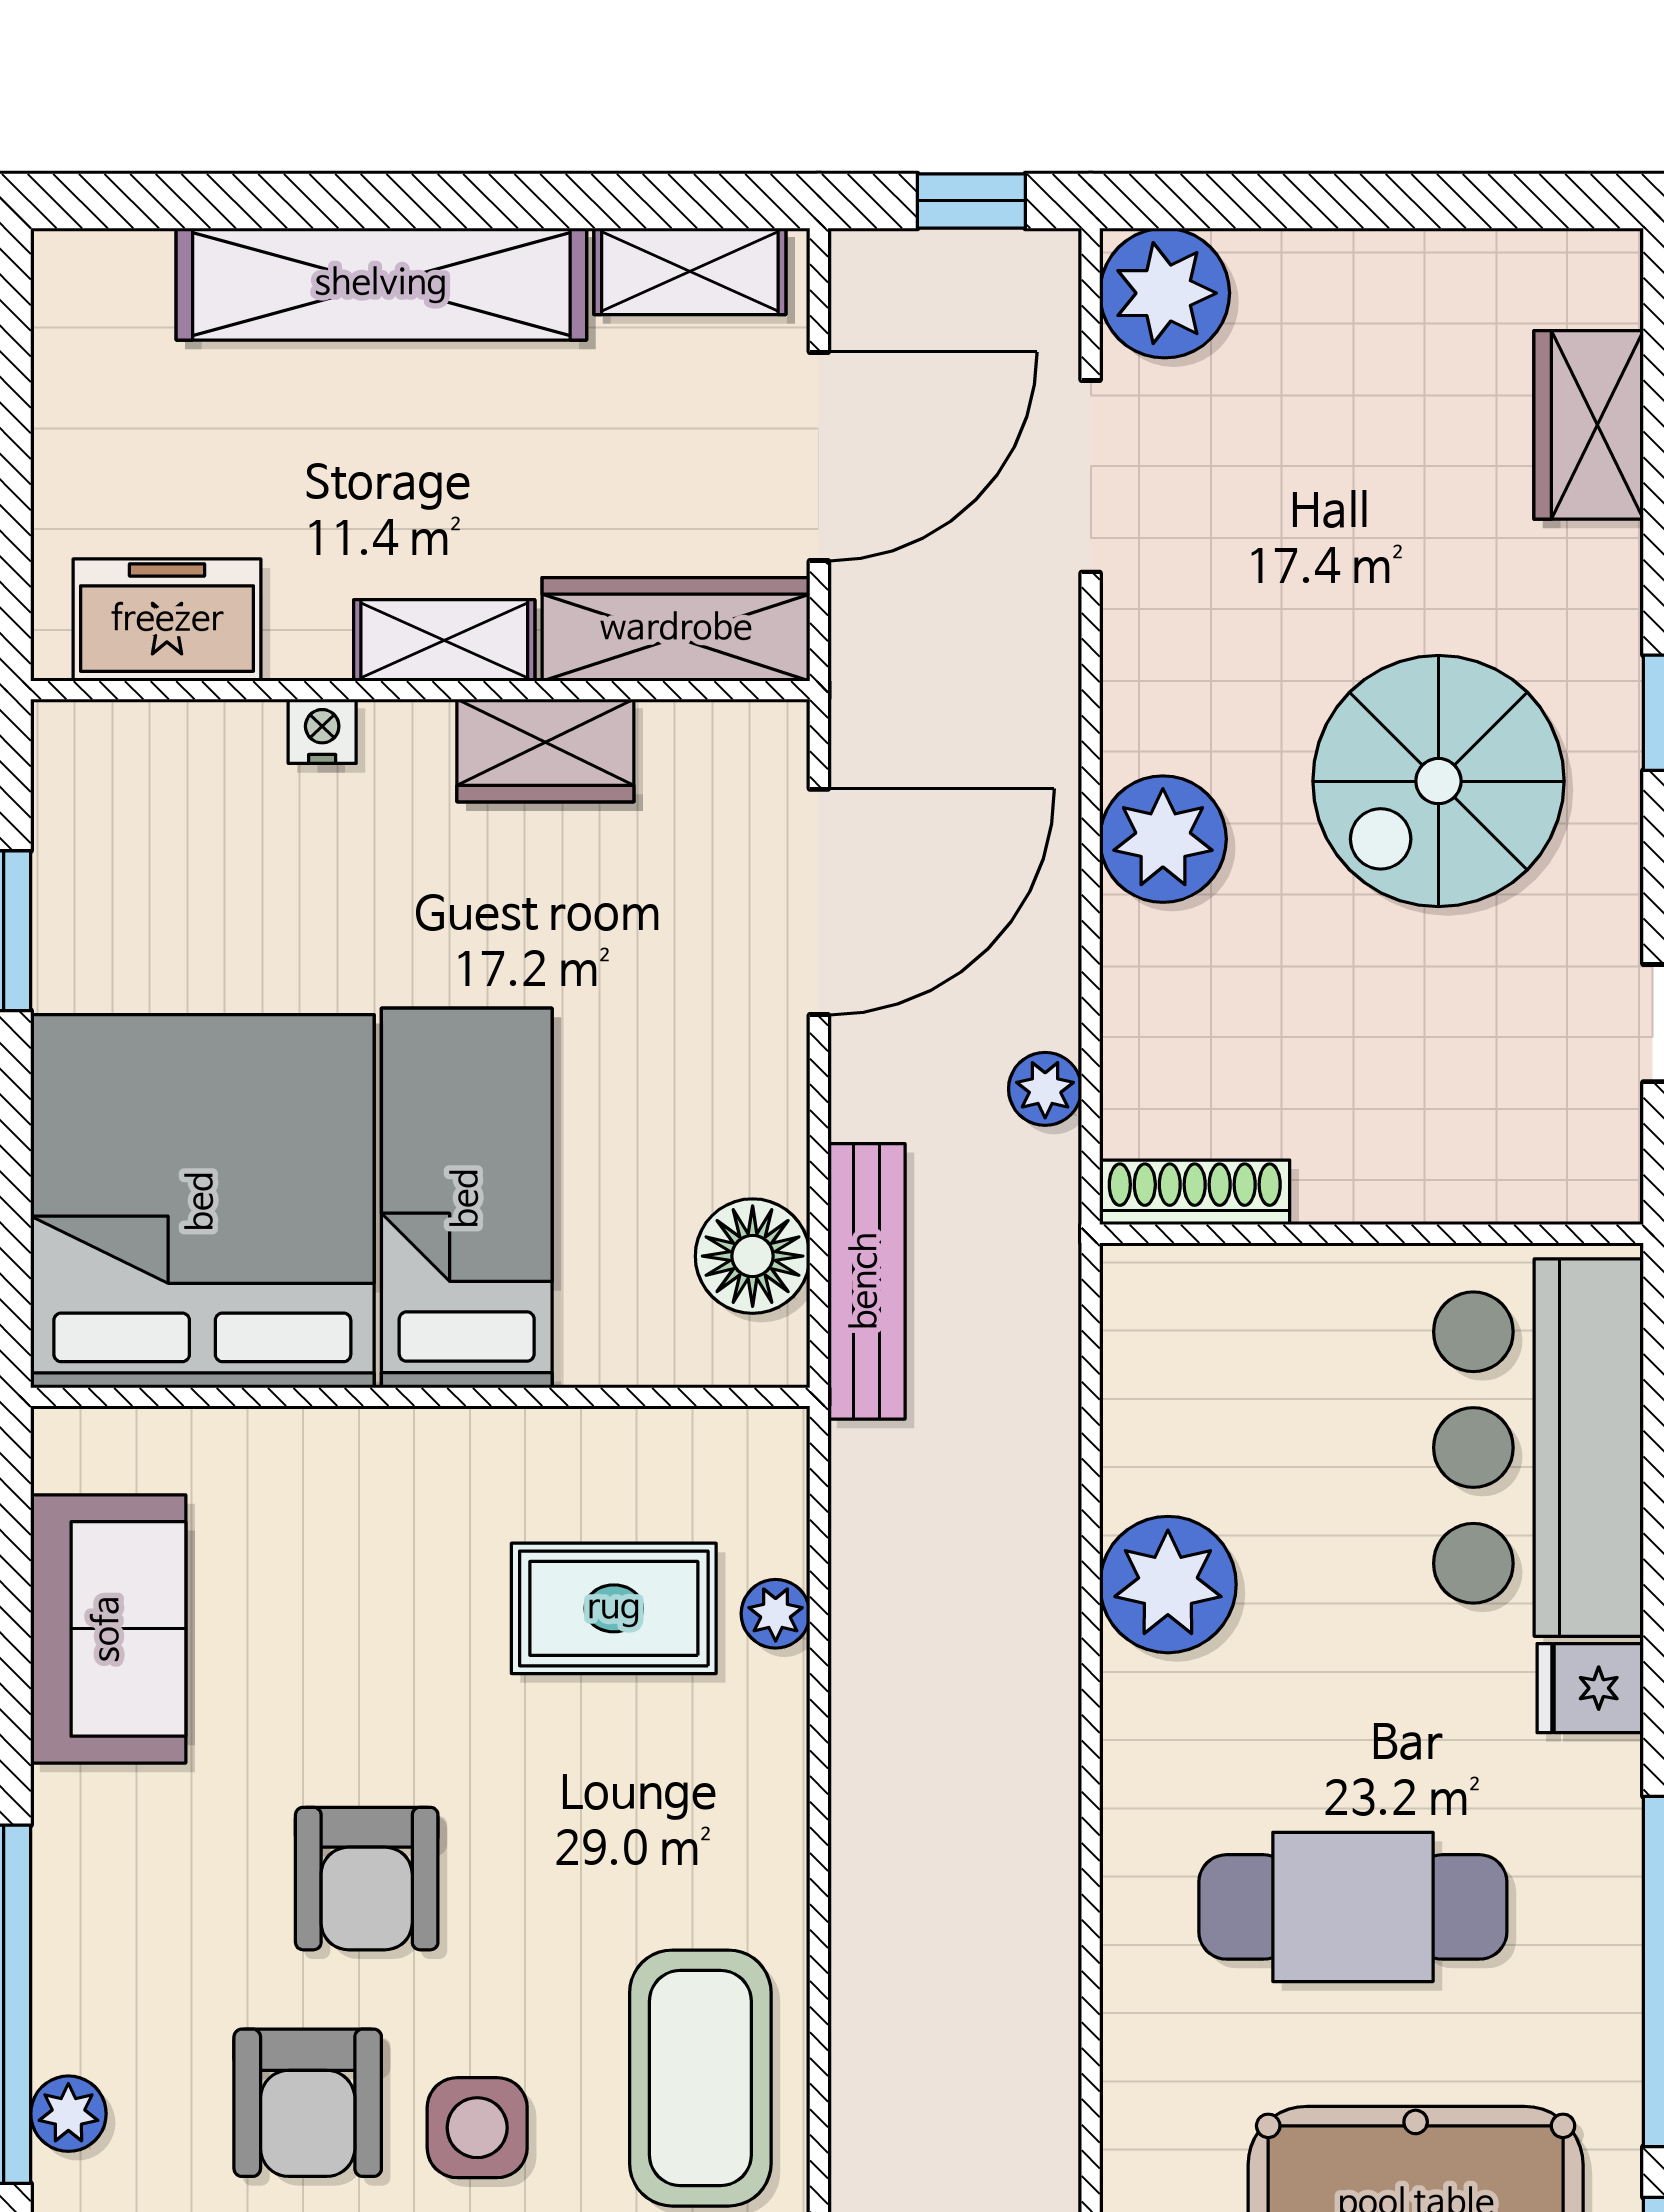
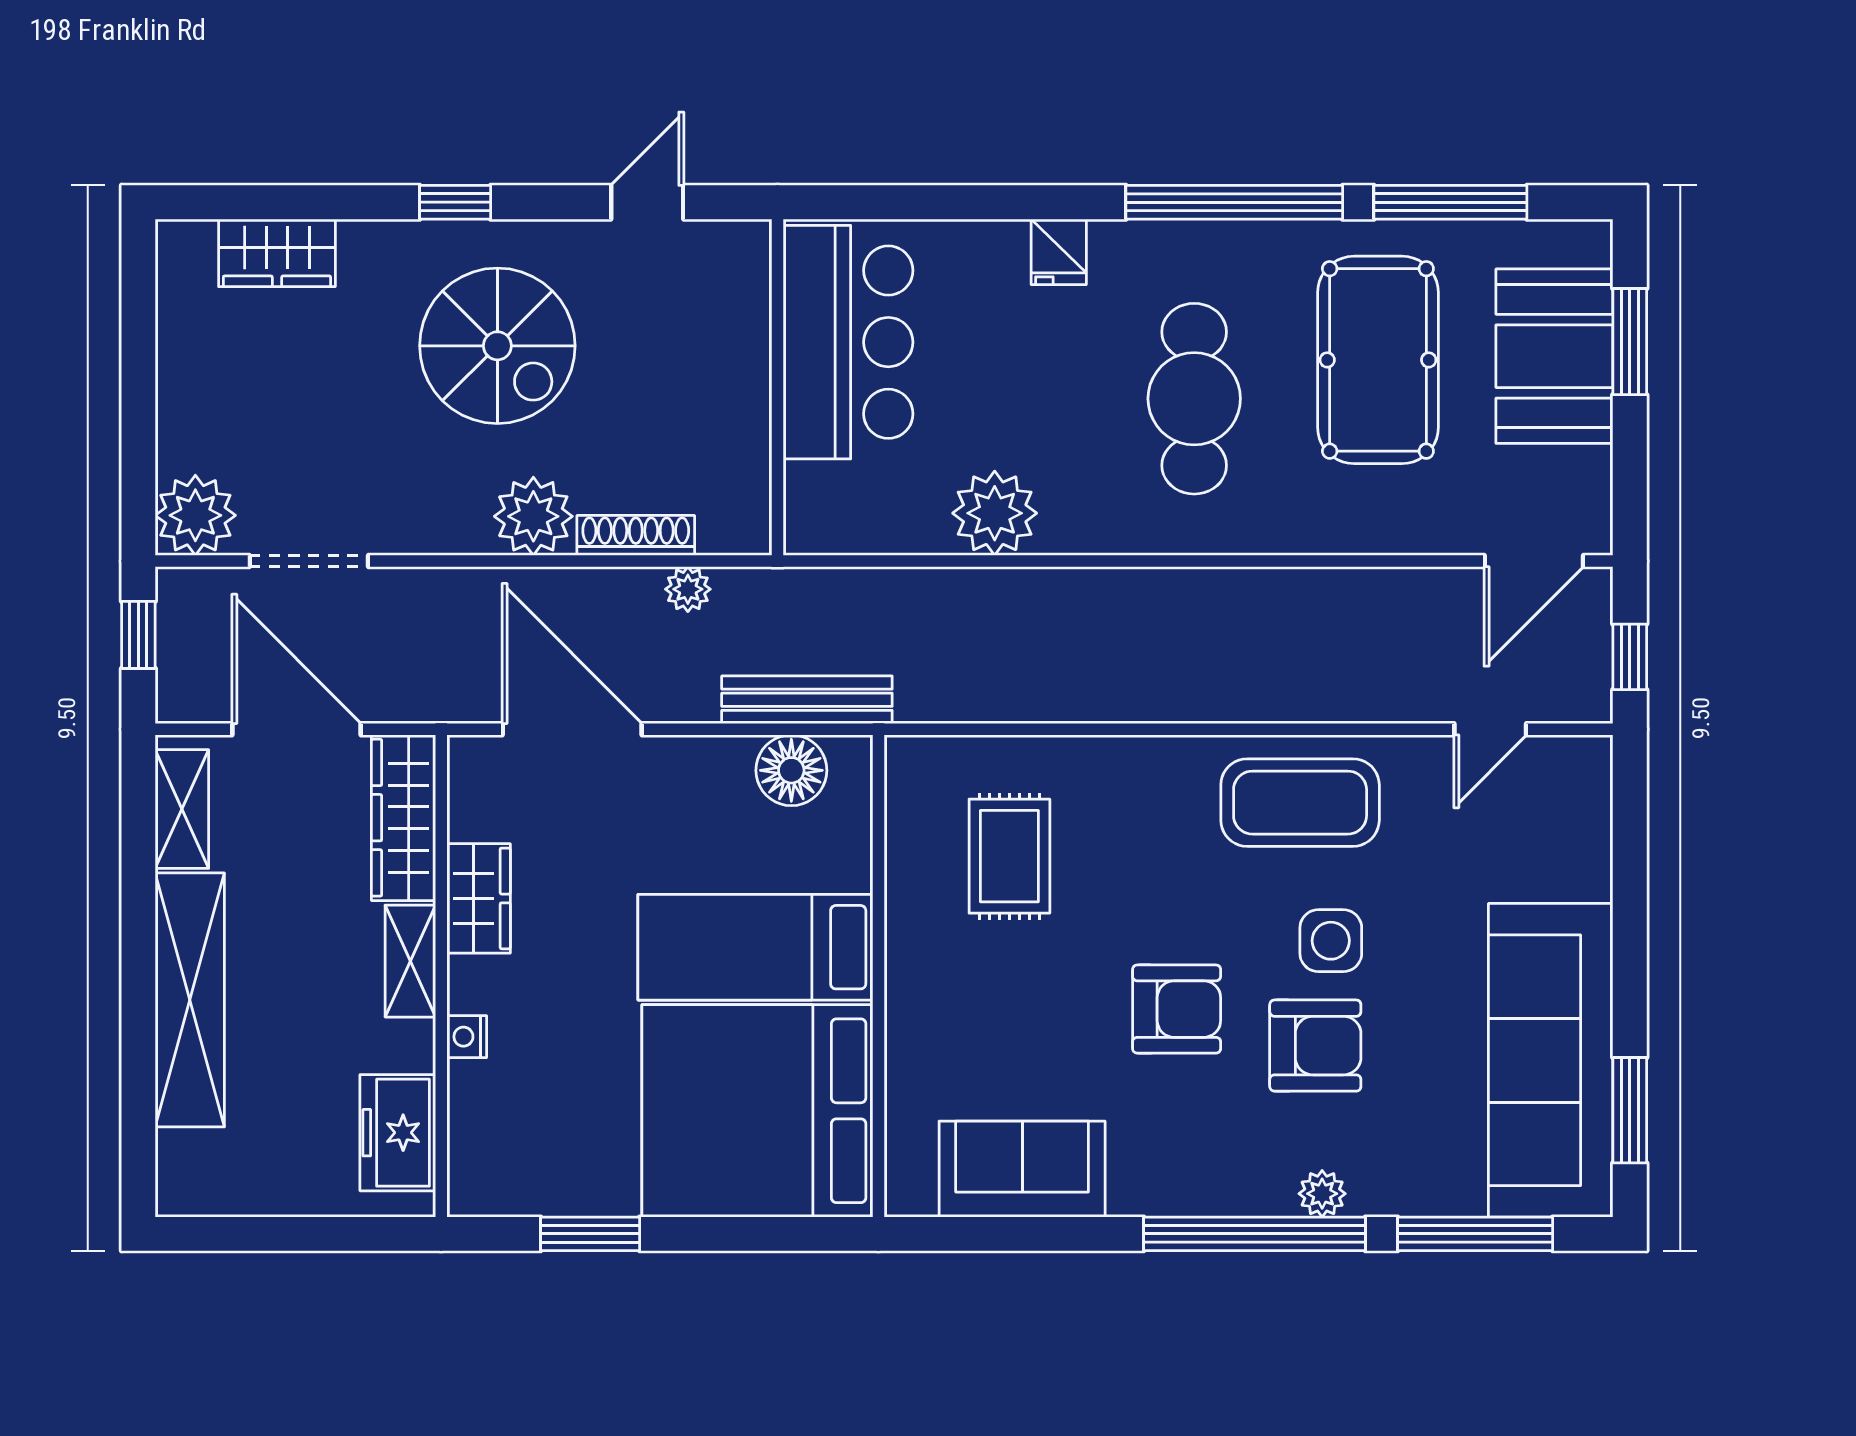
shoe rack: (1195, 1192) -> (636, 535), moved, turned 90
bar counter: (1538, 1448) -> (848, 342), moved, turned -90
plant: (776, 1614) -> (1013, 756), removed

